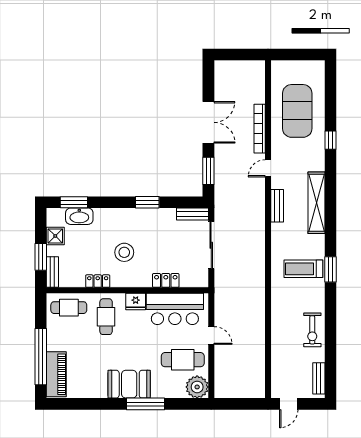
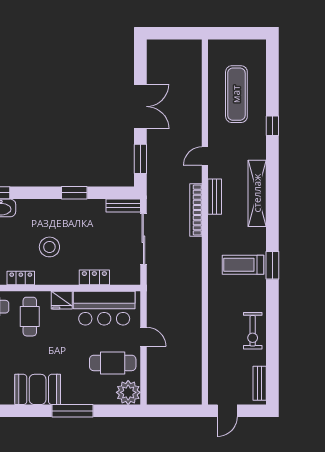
exercise mat: (297, 111) -> (236, 94), width x0.68
bookcase: (260, 129) -> (196, 210), moved
booth: (129, 384) -> (38, 389), moved

